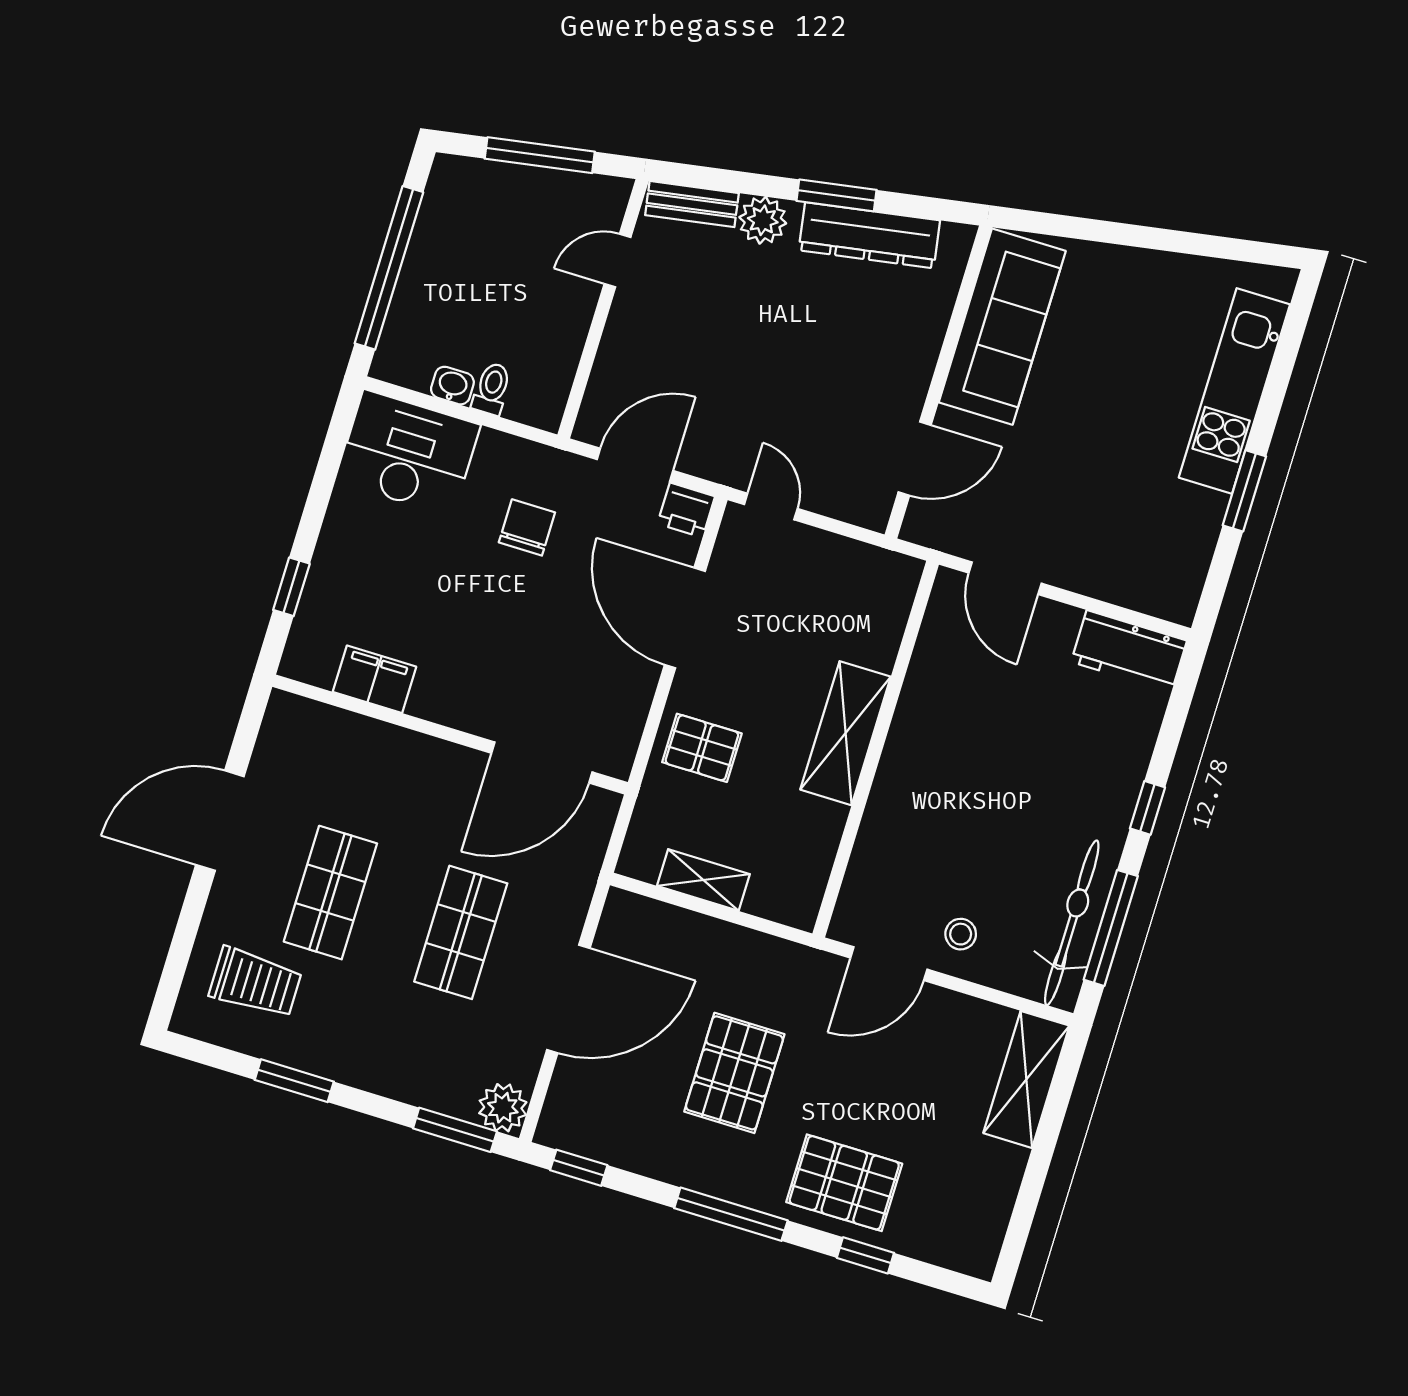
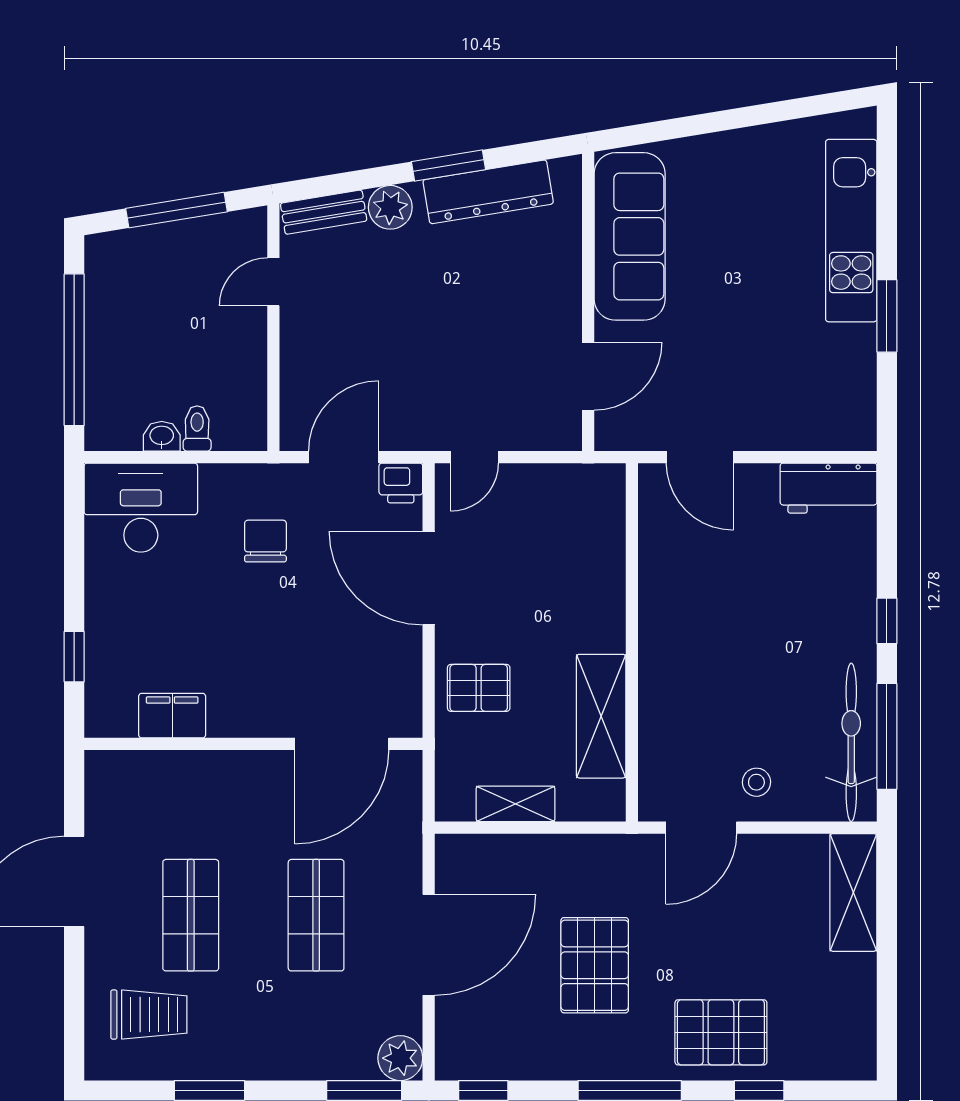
door: (771, 507) -> (474, 457), swing flipped
shelving: (846, 733) -> (601, 716), moved

